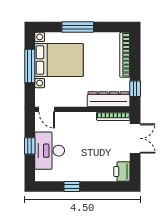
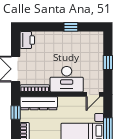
door: (47, 109) -> (93, 94), swing flipped
desk: (50, 151) -> (67, 79), moved, turned 90

